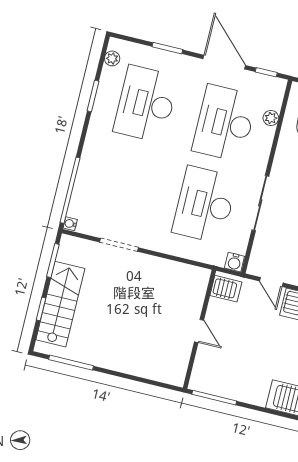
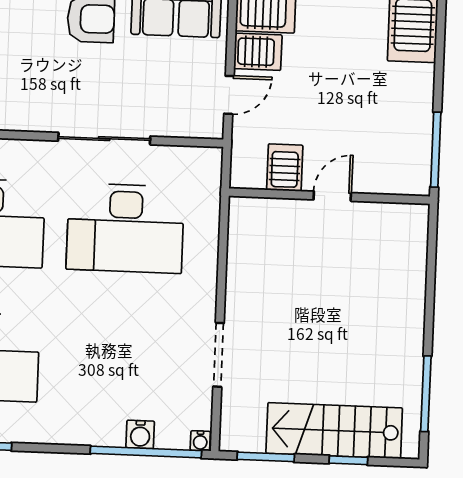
water cooler: (234, 262) -> (140, 434), moved, turned 90
server rack: (226, 289) -> (285, 168), moved

